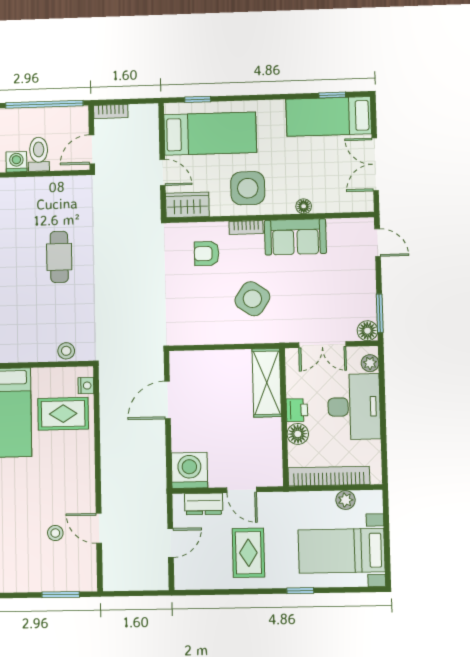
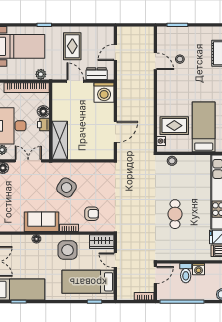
plant: (345, 500) -> (41, 74), moved

